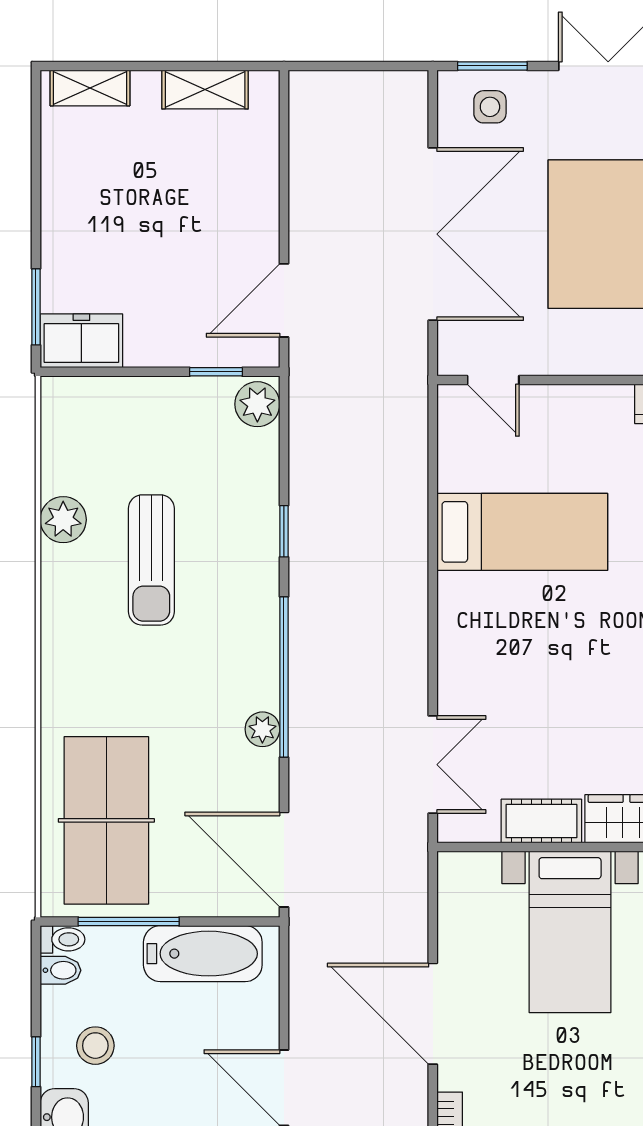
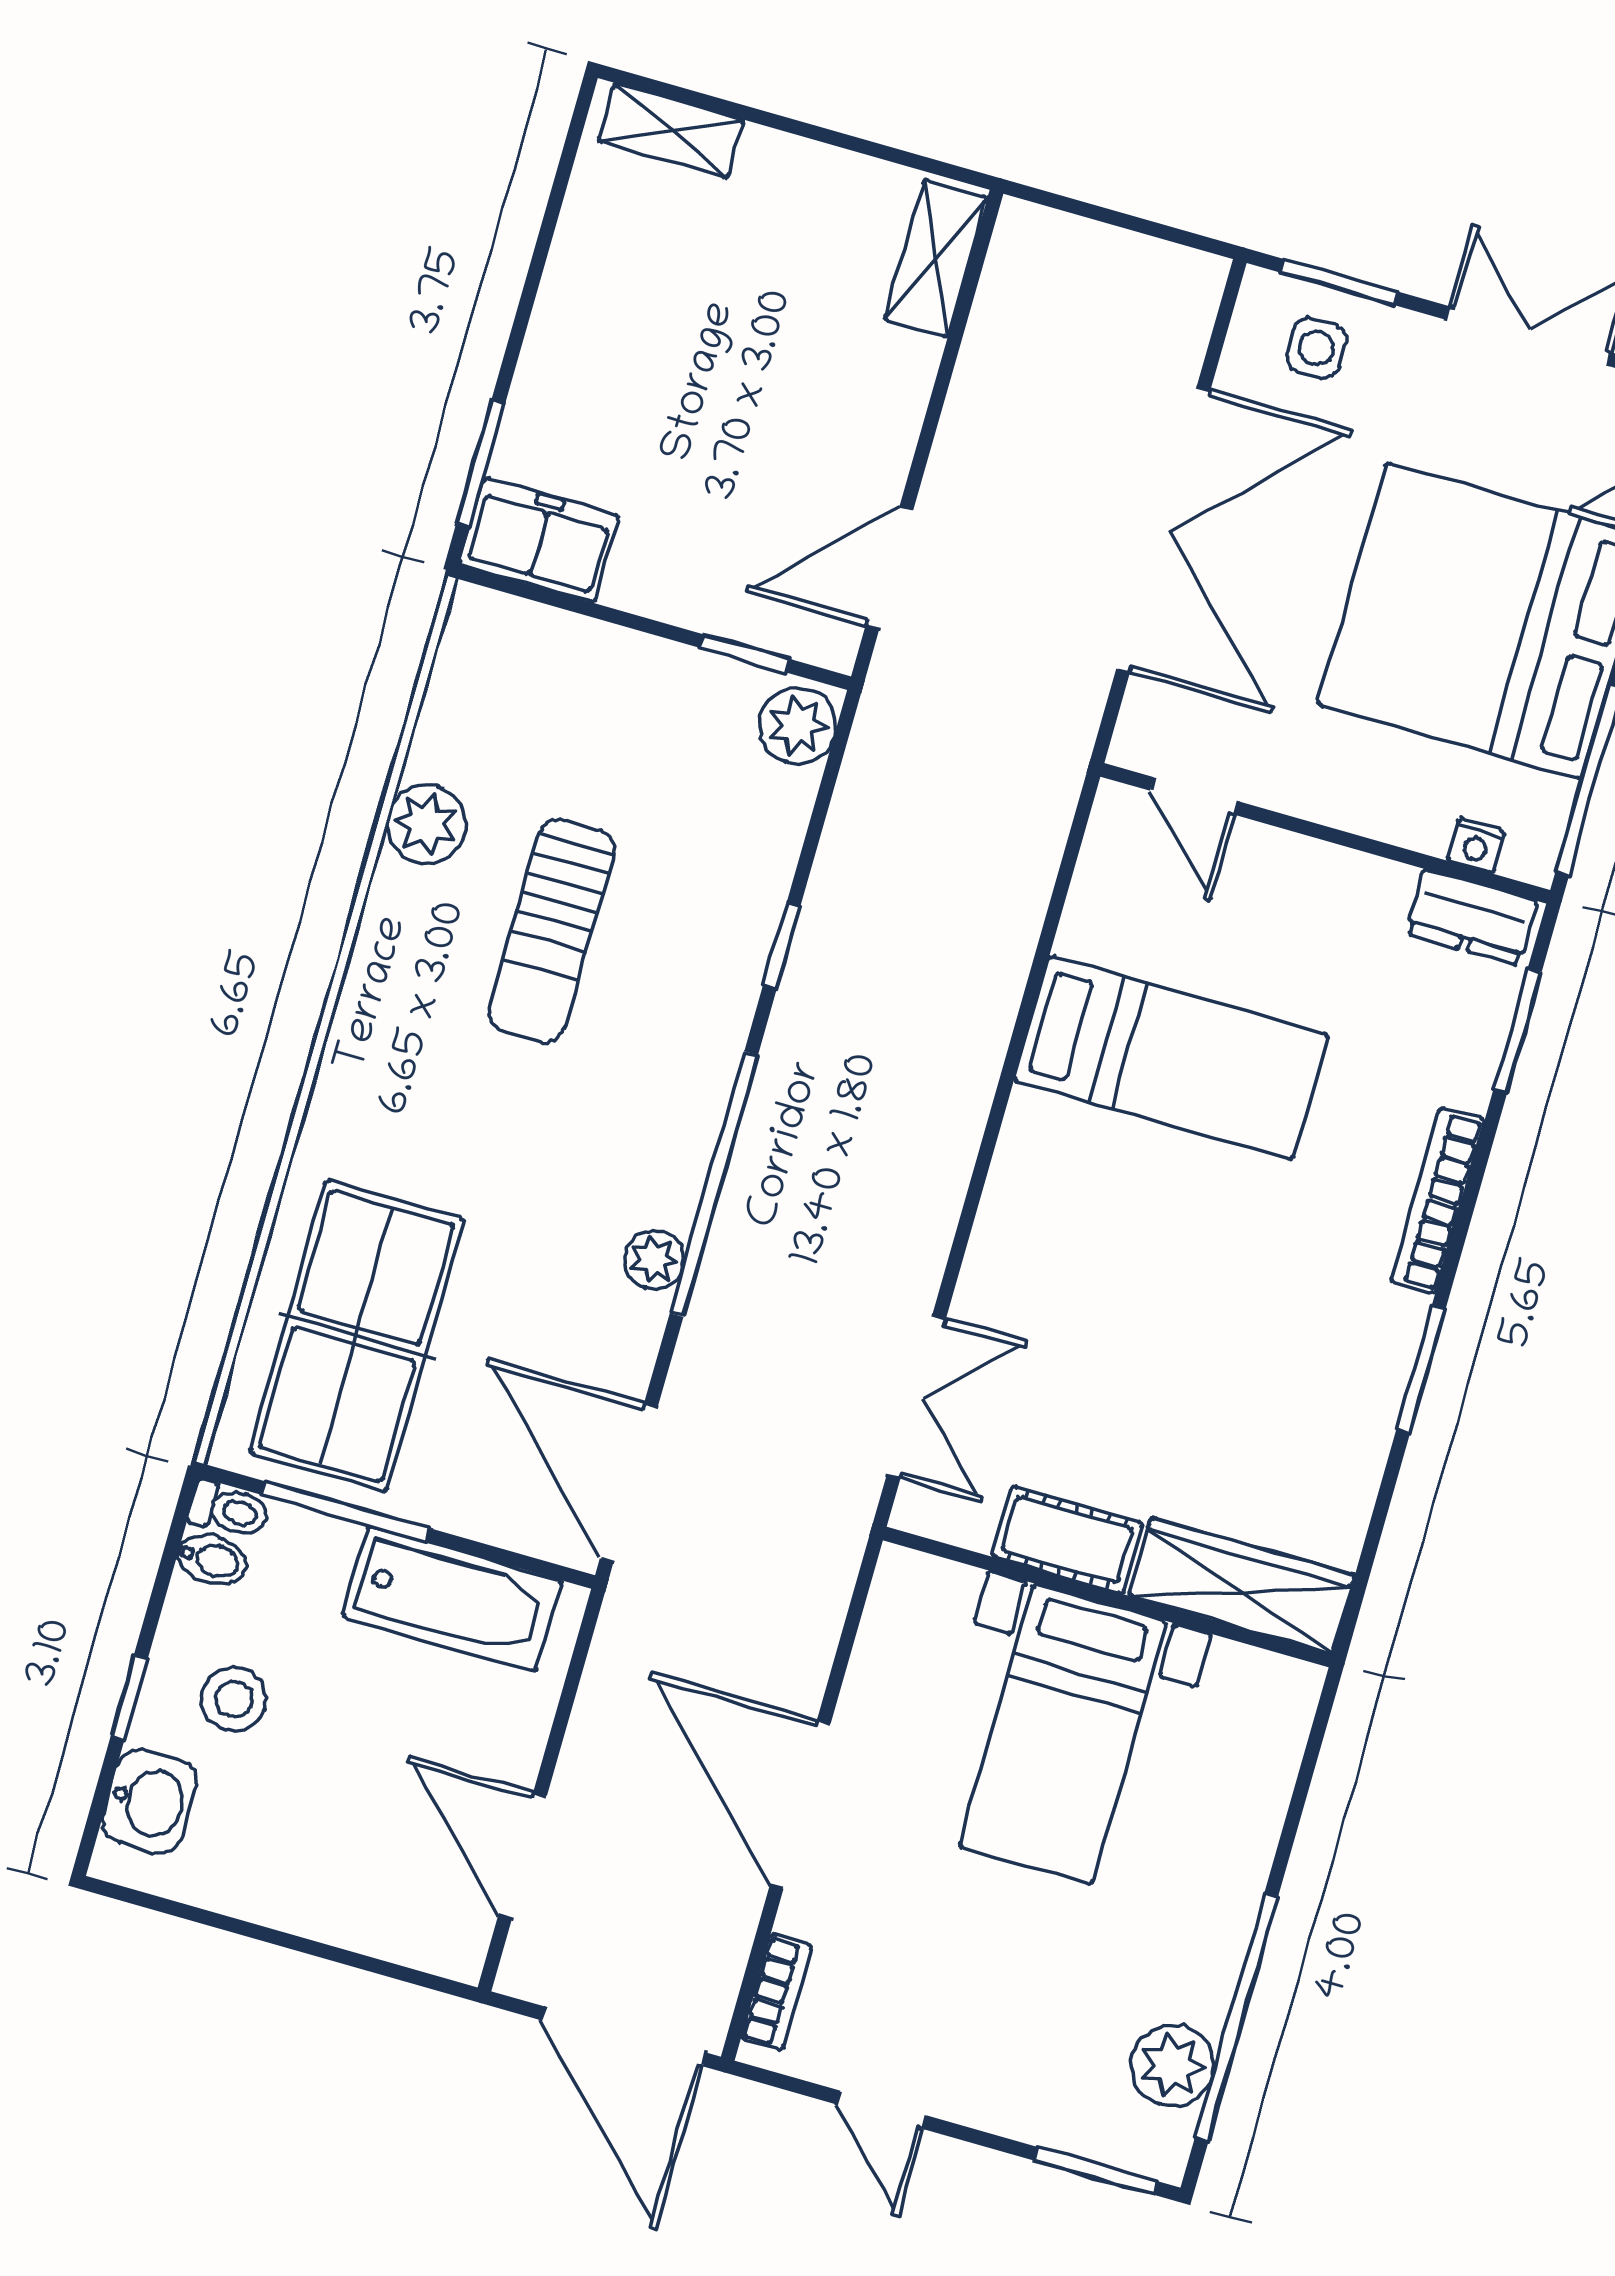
shelving: (205, 89) -> (936, 259), moved, turned 90

